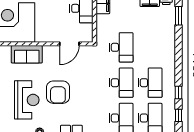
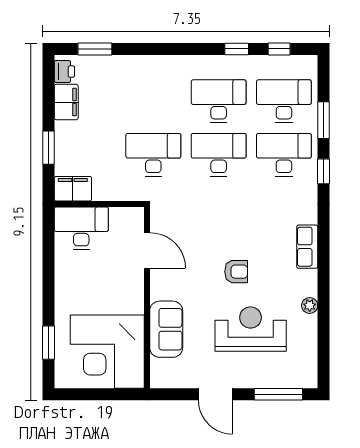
armchair: (58, 92) -> (236, 272), width x0.53, depth x0.53

